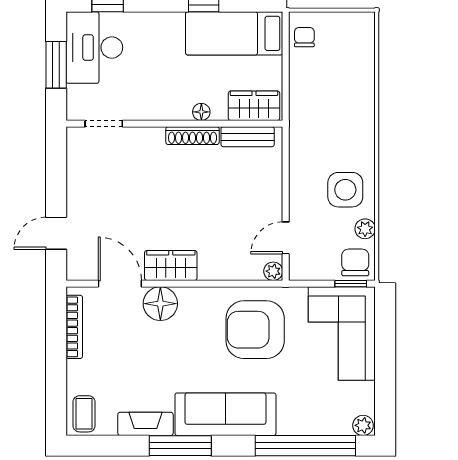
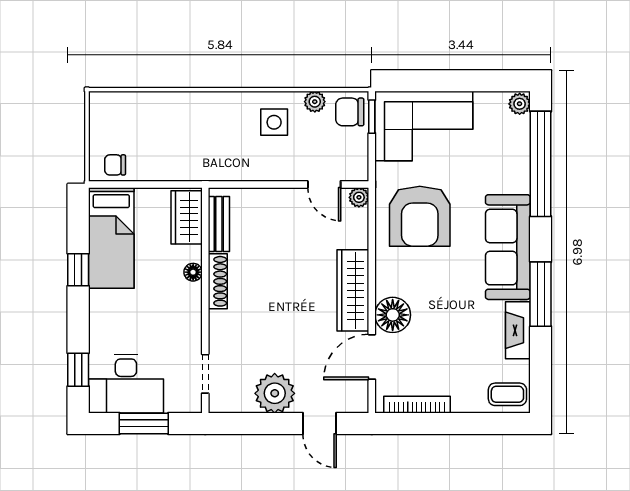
plant: (85, 190) -> (275, 393), added
side table: (345, 190) -> (274, 122), width x0.73, depth x0.73
wardrobe: (171, 265) -> (353, 290), width x1.50

